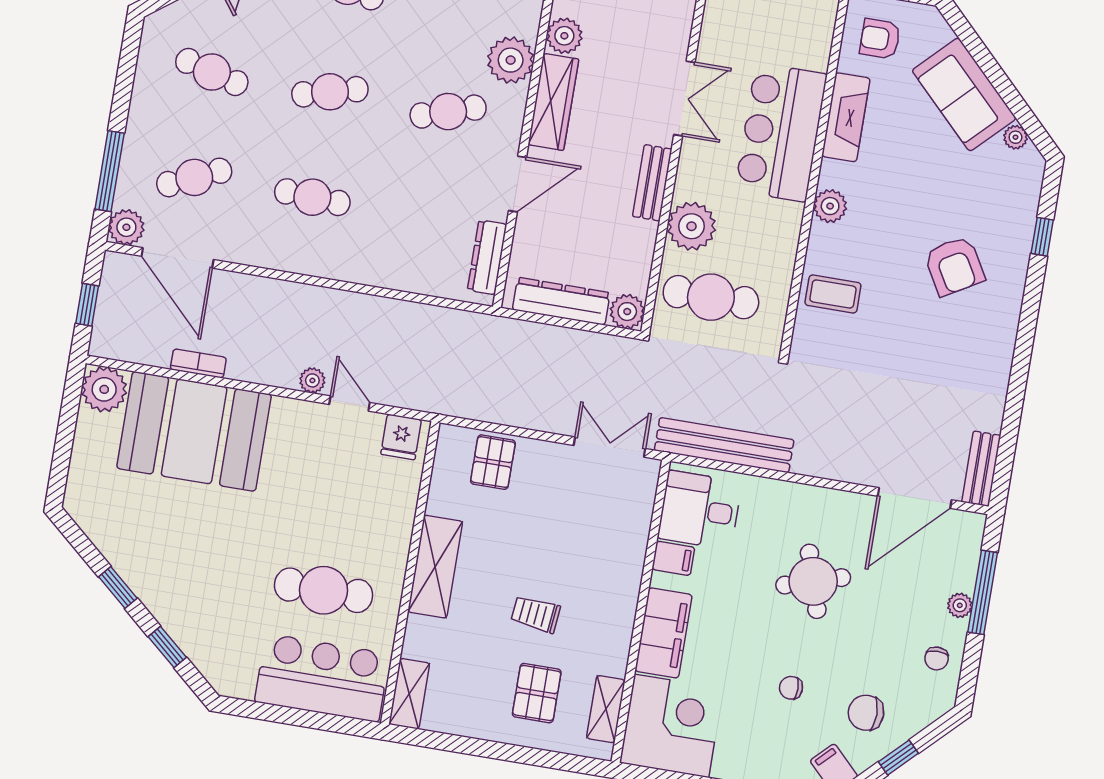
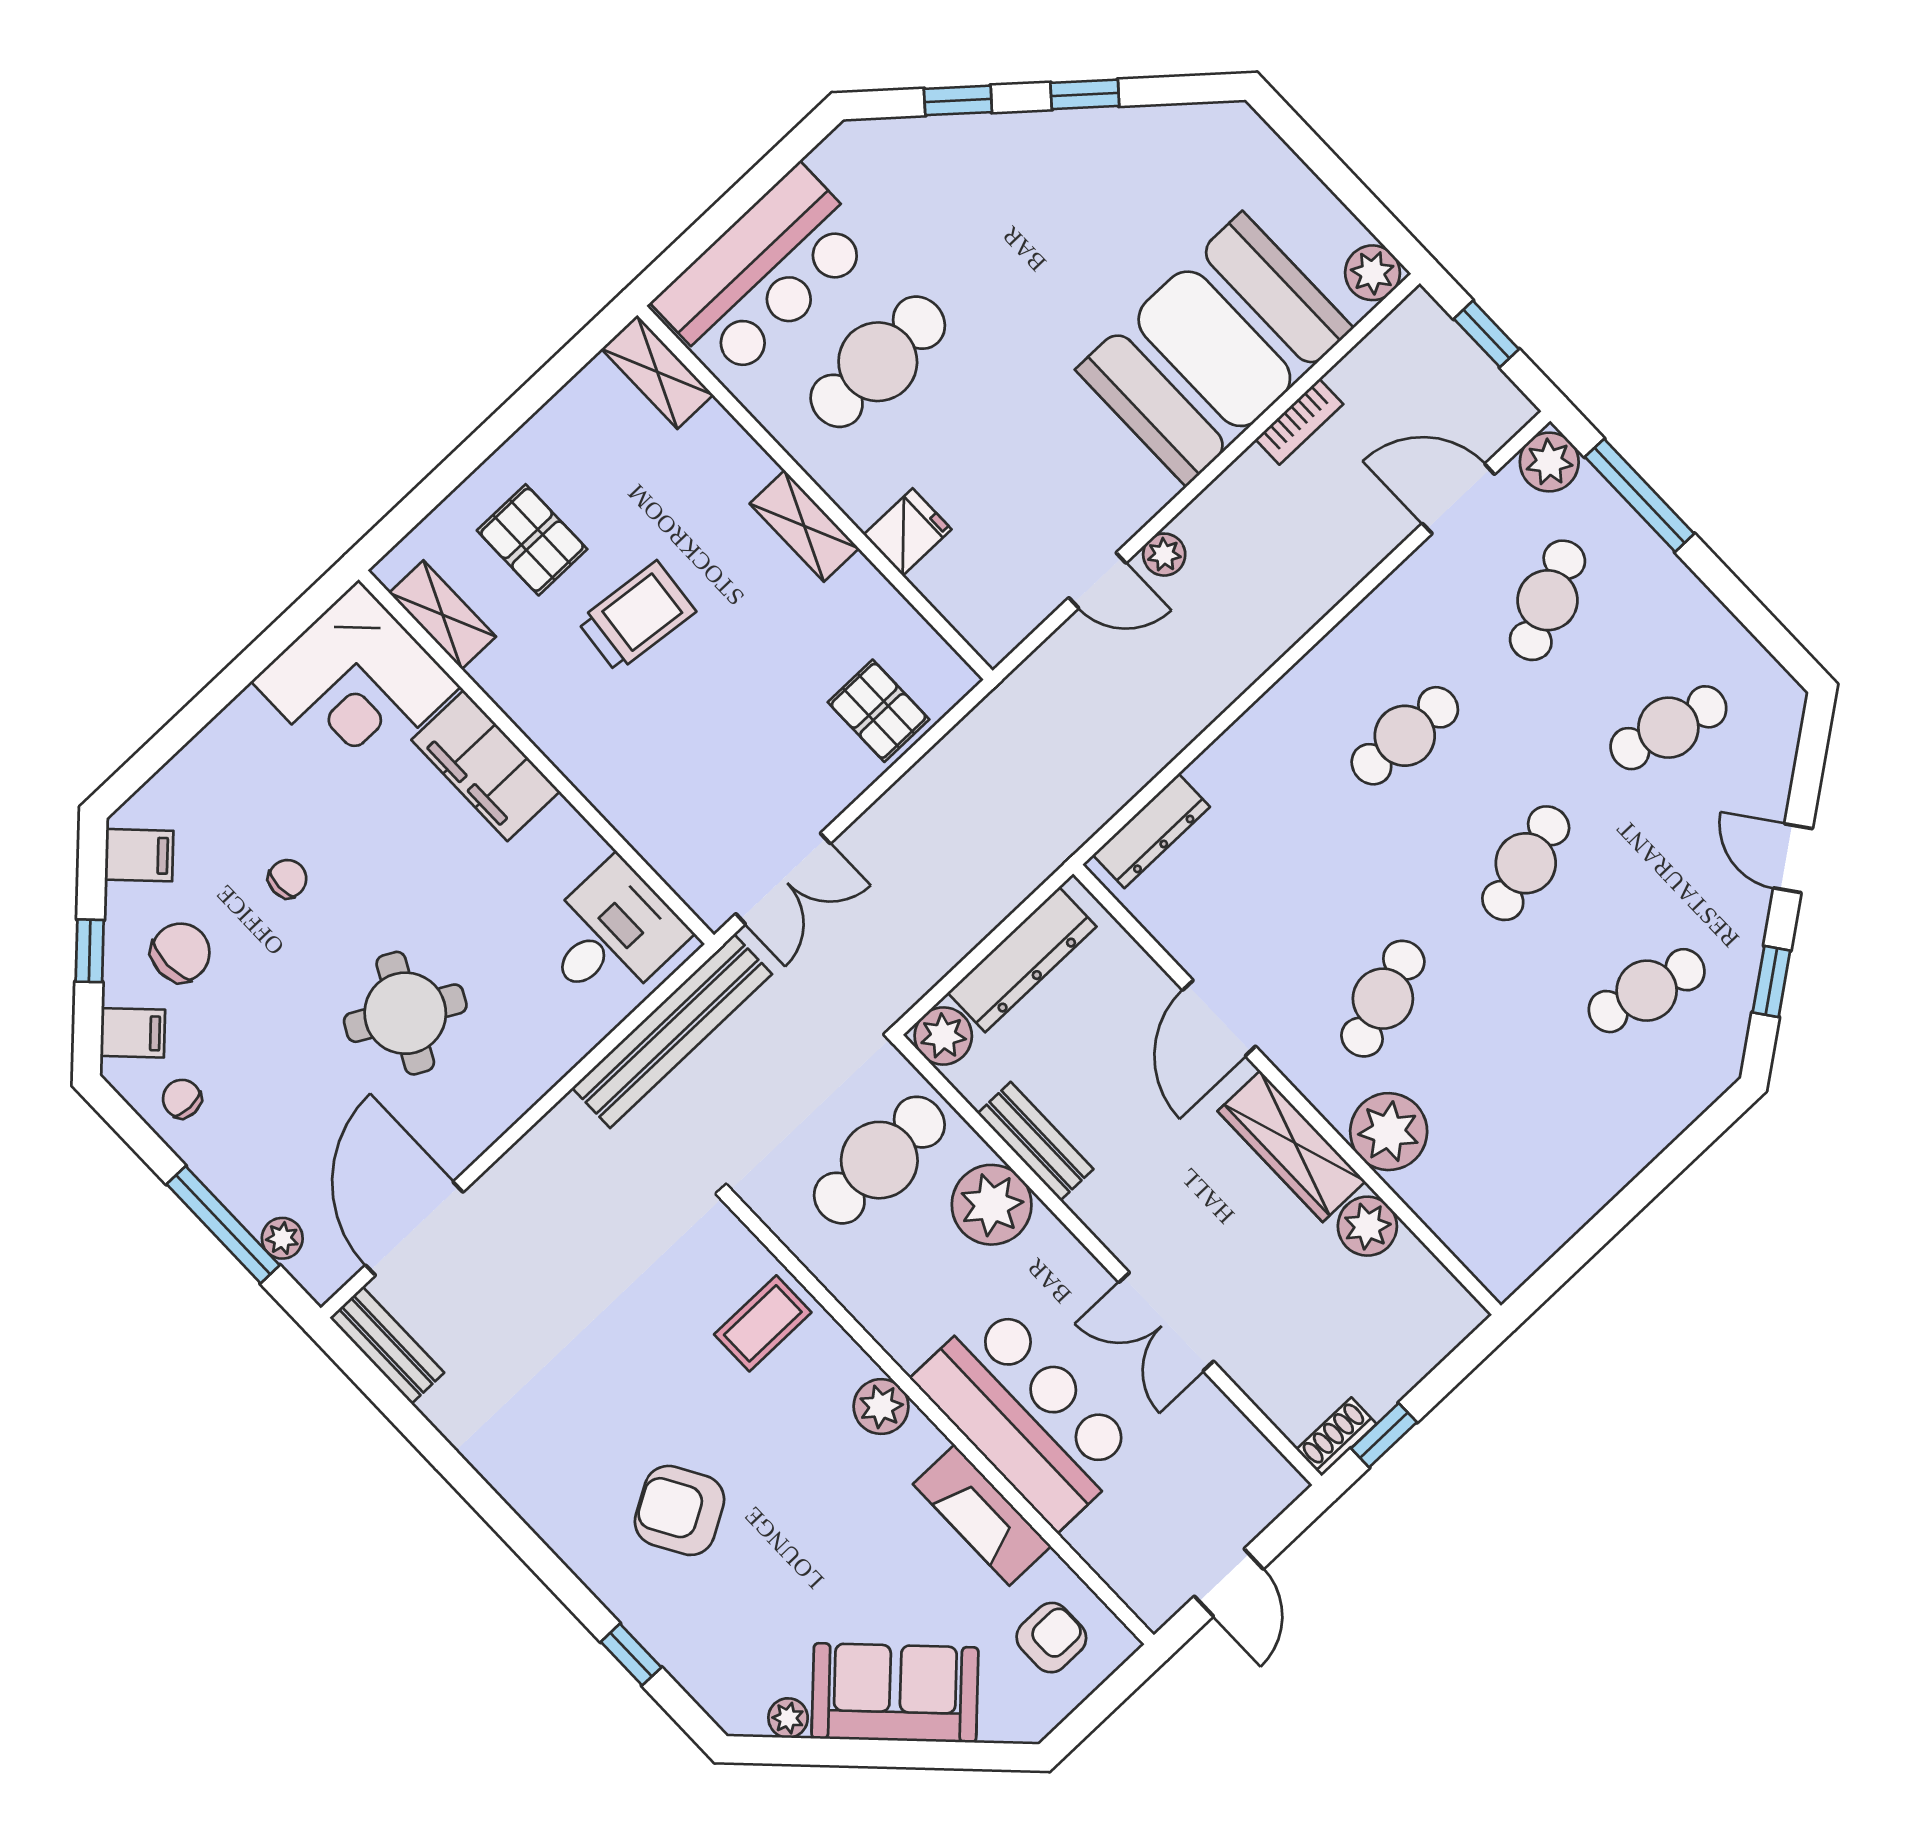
bench: (652, 183) -> (1035, 1141), moved
dresser: (487, 257) -> (1151, 831), moved, turned 90
door: (178, 258) -> (1458, 499), width x0.73
plant: (104, 389) -> (1373, 273), width x0.73, depth x0.73
fridge: (401, 437) -> (908, 532), moved, turned 90
filing cabinet: (673, 558) -> (133, 1033), moved, turned -135
shelving: (435, 567) -> (804, 526), width x0.67, depth x0.75
round table: (813, 581) -> (405, 1013), turned 45
plant: (960, 605) -> (282, 1238), moved
trolley: (536, 614) -> (637, 616), width x1.36, depth x1.39

